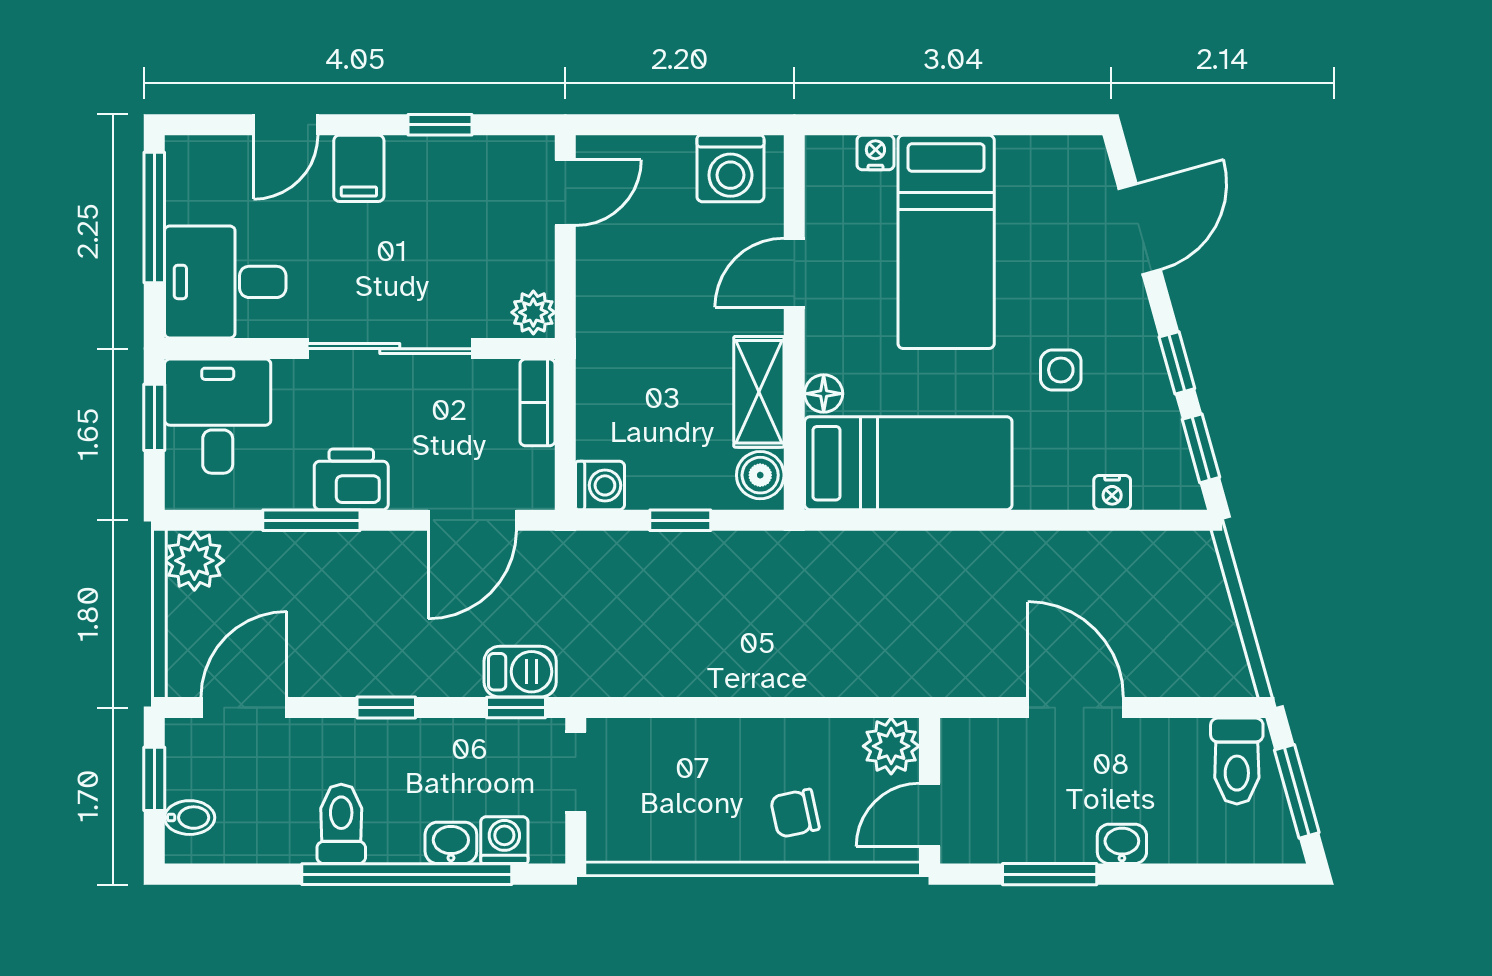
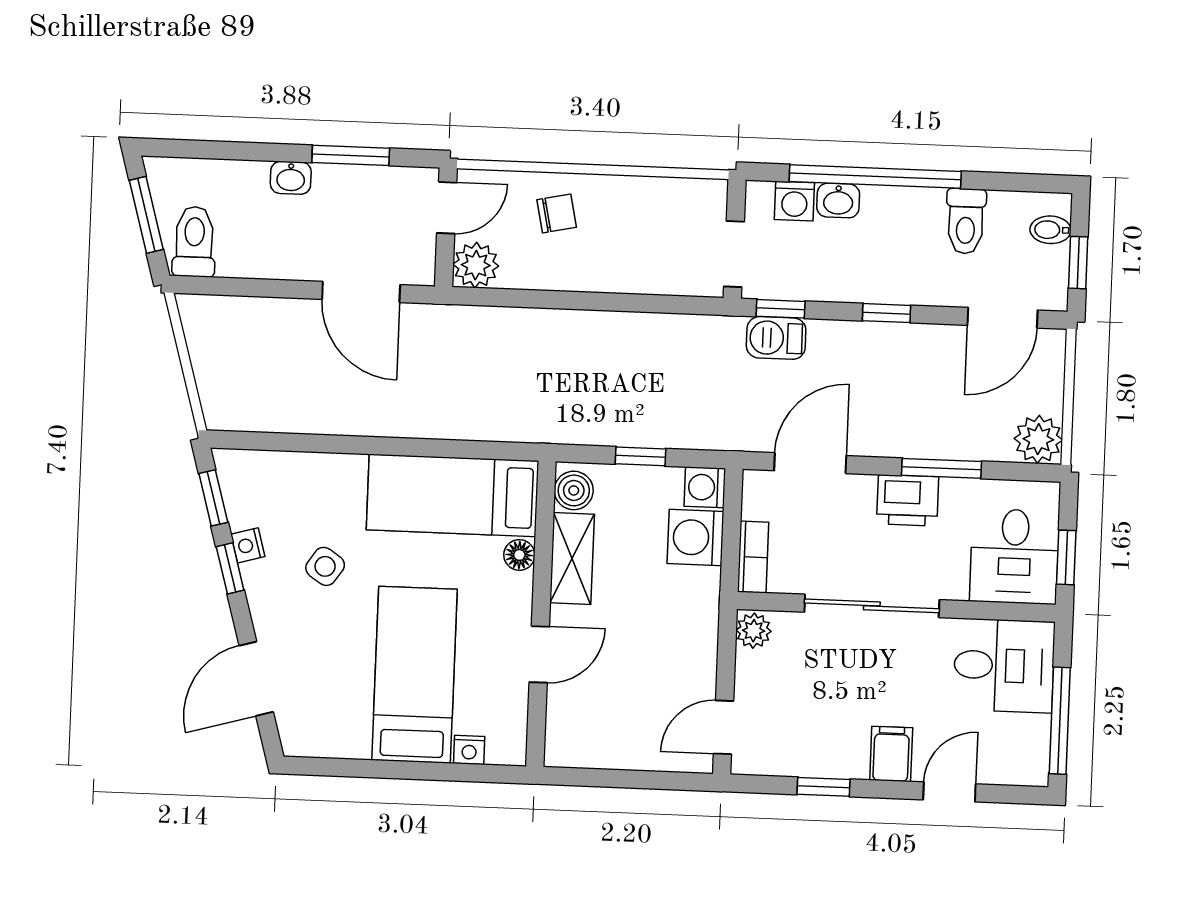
washing machine: (730, 168) -> (695, 537), moved, turned -90
side table: (1061, 370) -> (325, 566), turned 34
nightstand: (1112, 493) -> (248, 545), moved, turned -106
door: (1076, 708) -> (361, 292), moved
toilet: (341, 824) -> (966, 221), moved

